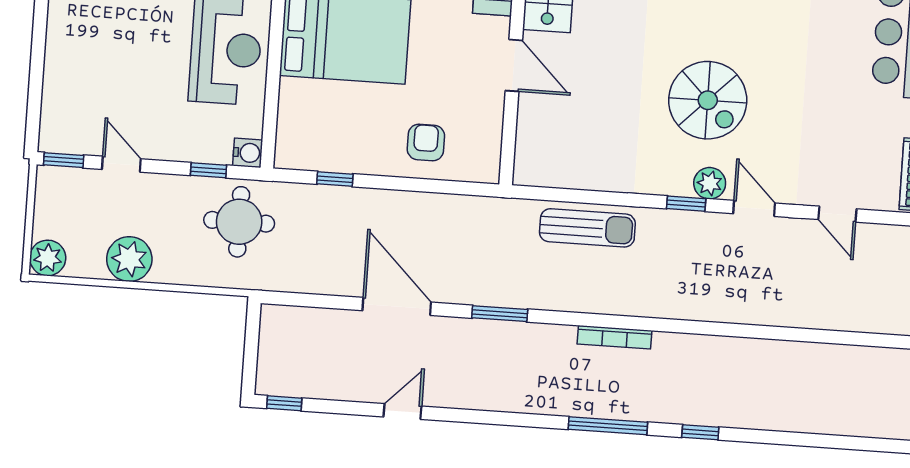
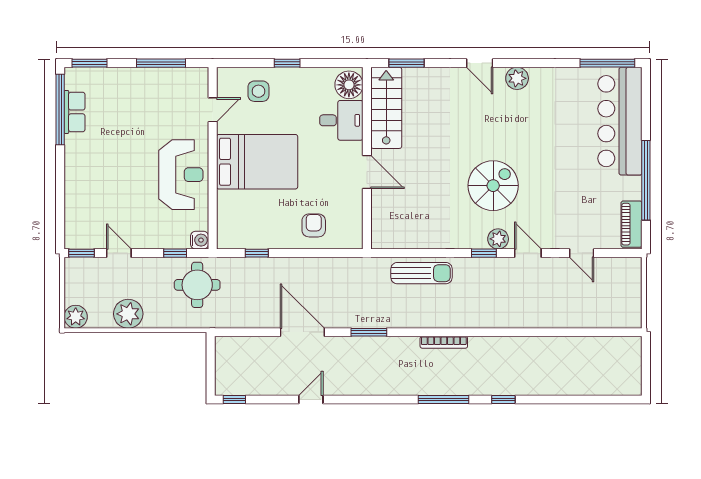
spiral stairs: (708, 100) -> (493, 186), turned -90

